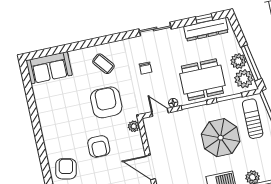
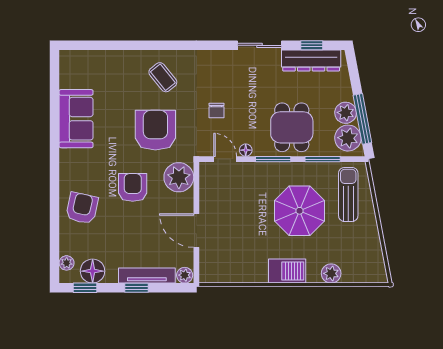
sliding door: (155, 29) -> (260, 45), moved
sofa: (49, 68) -> (76, 119), moved, turned -90
chair: (146, 68) -> (216, 111), moved
dining table: (202, 80) -> (292, 127), width x0.73
plant: (134, 126) -> (179, 177), width x1.88, depth x1.88
armchair: (99, 146) -> (133, 187), turned 180

